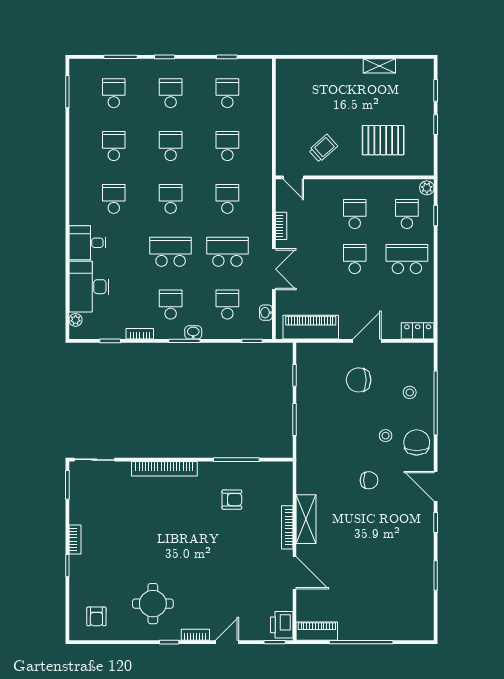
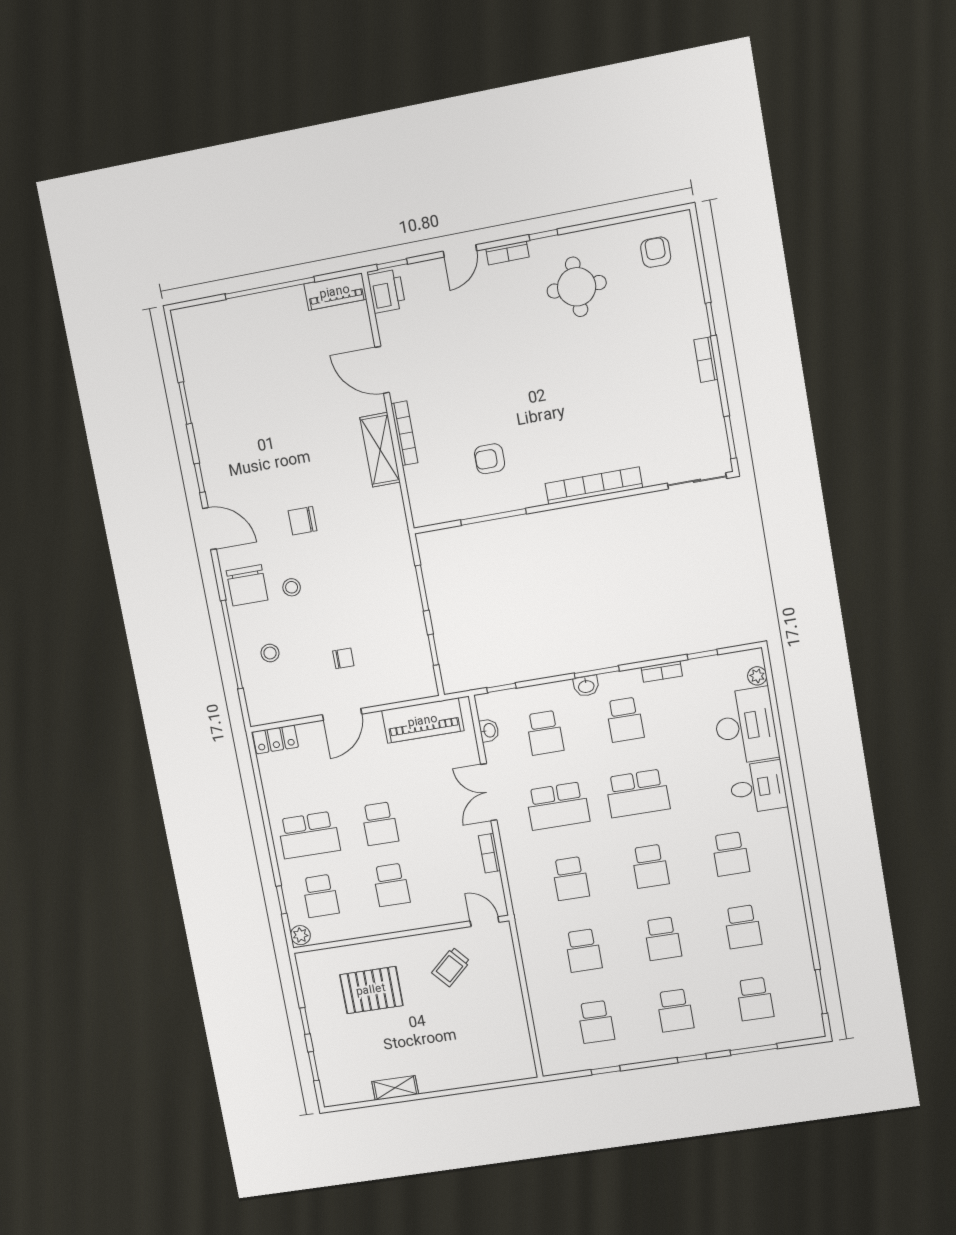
chair: (359, 380) -> (343, 658), width x0.54, depth x0.54

